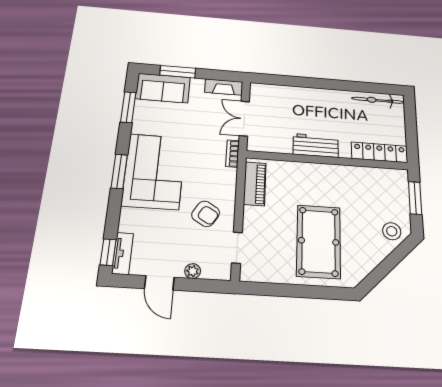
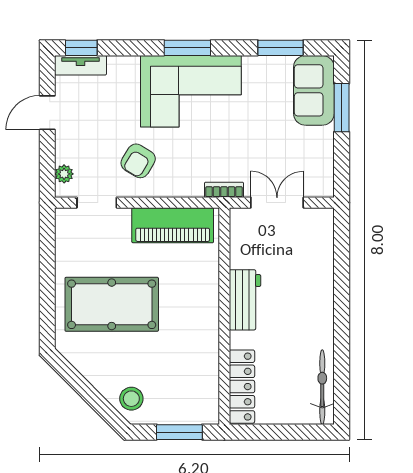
fireplace: (224, 87) -> (323, 172), removed
piano: (255, 184) -> (173, 225), width x1.37, depth x1.33
plant: (193, 271) -> (64, 174), moved

